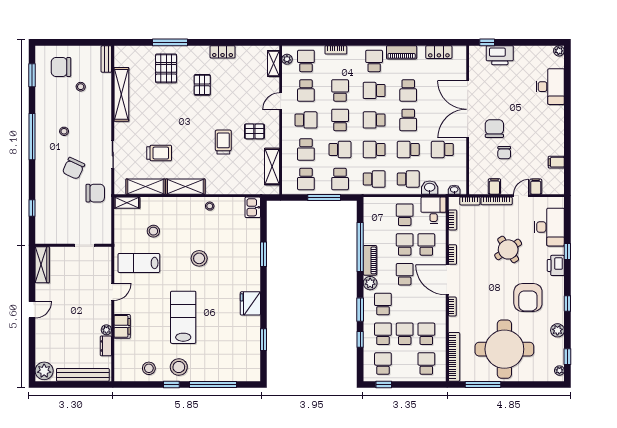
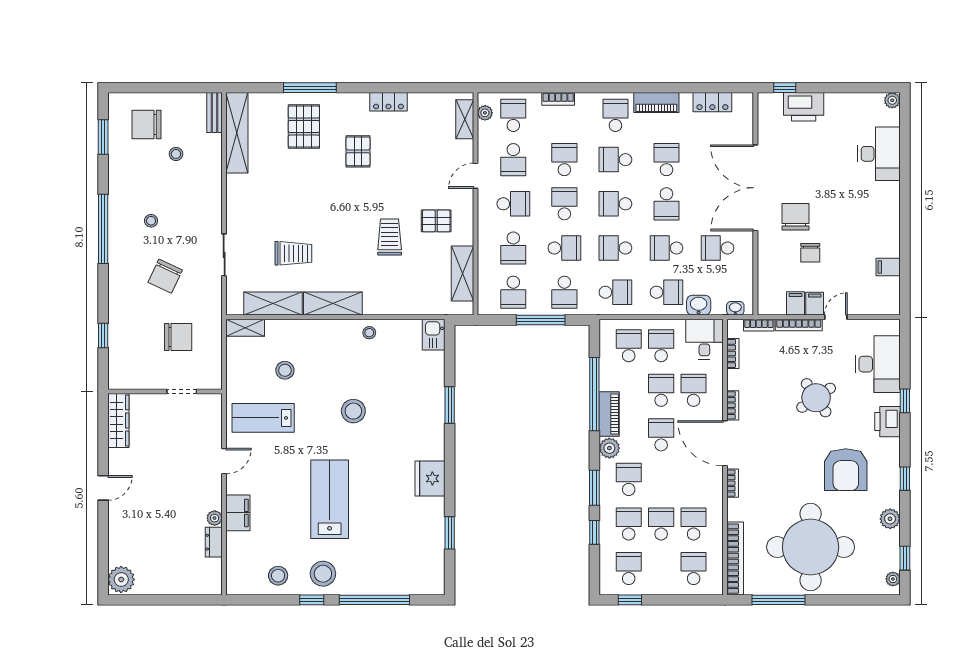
school desk: (408, 90) -> (666, 160), turned 180
shelving: (121, 94) -> (237, 133), moved
filing cabinet: (536, 187) -> (815, 304), moved
chair: (95, 193) -> (178, 337), moved
school desk: (383, 215) -> (629, 346), added
bench: (83, 375) -> (179, 585), removed

